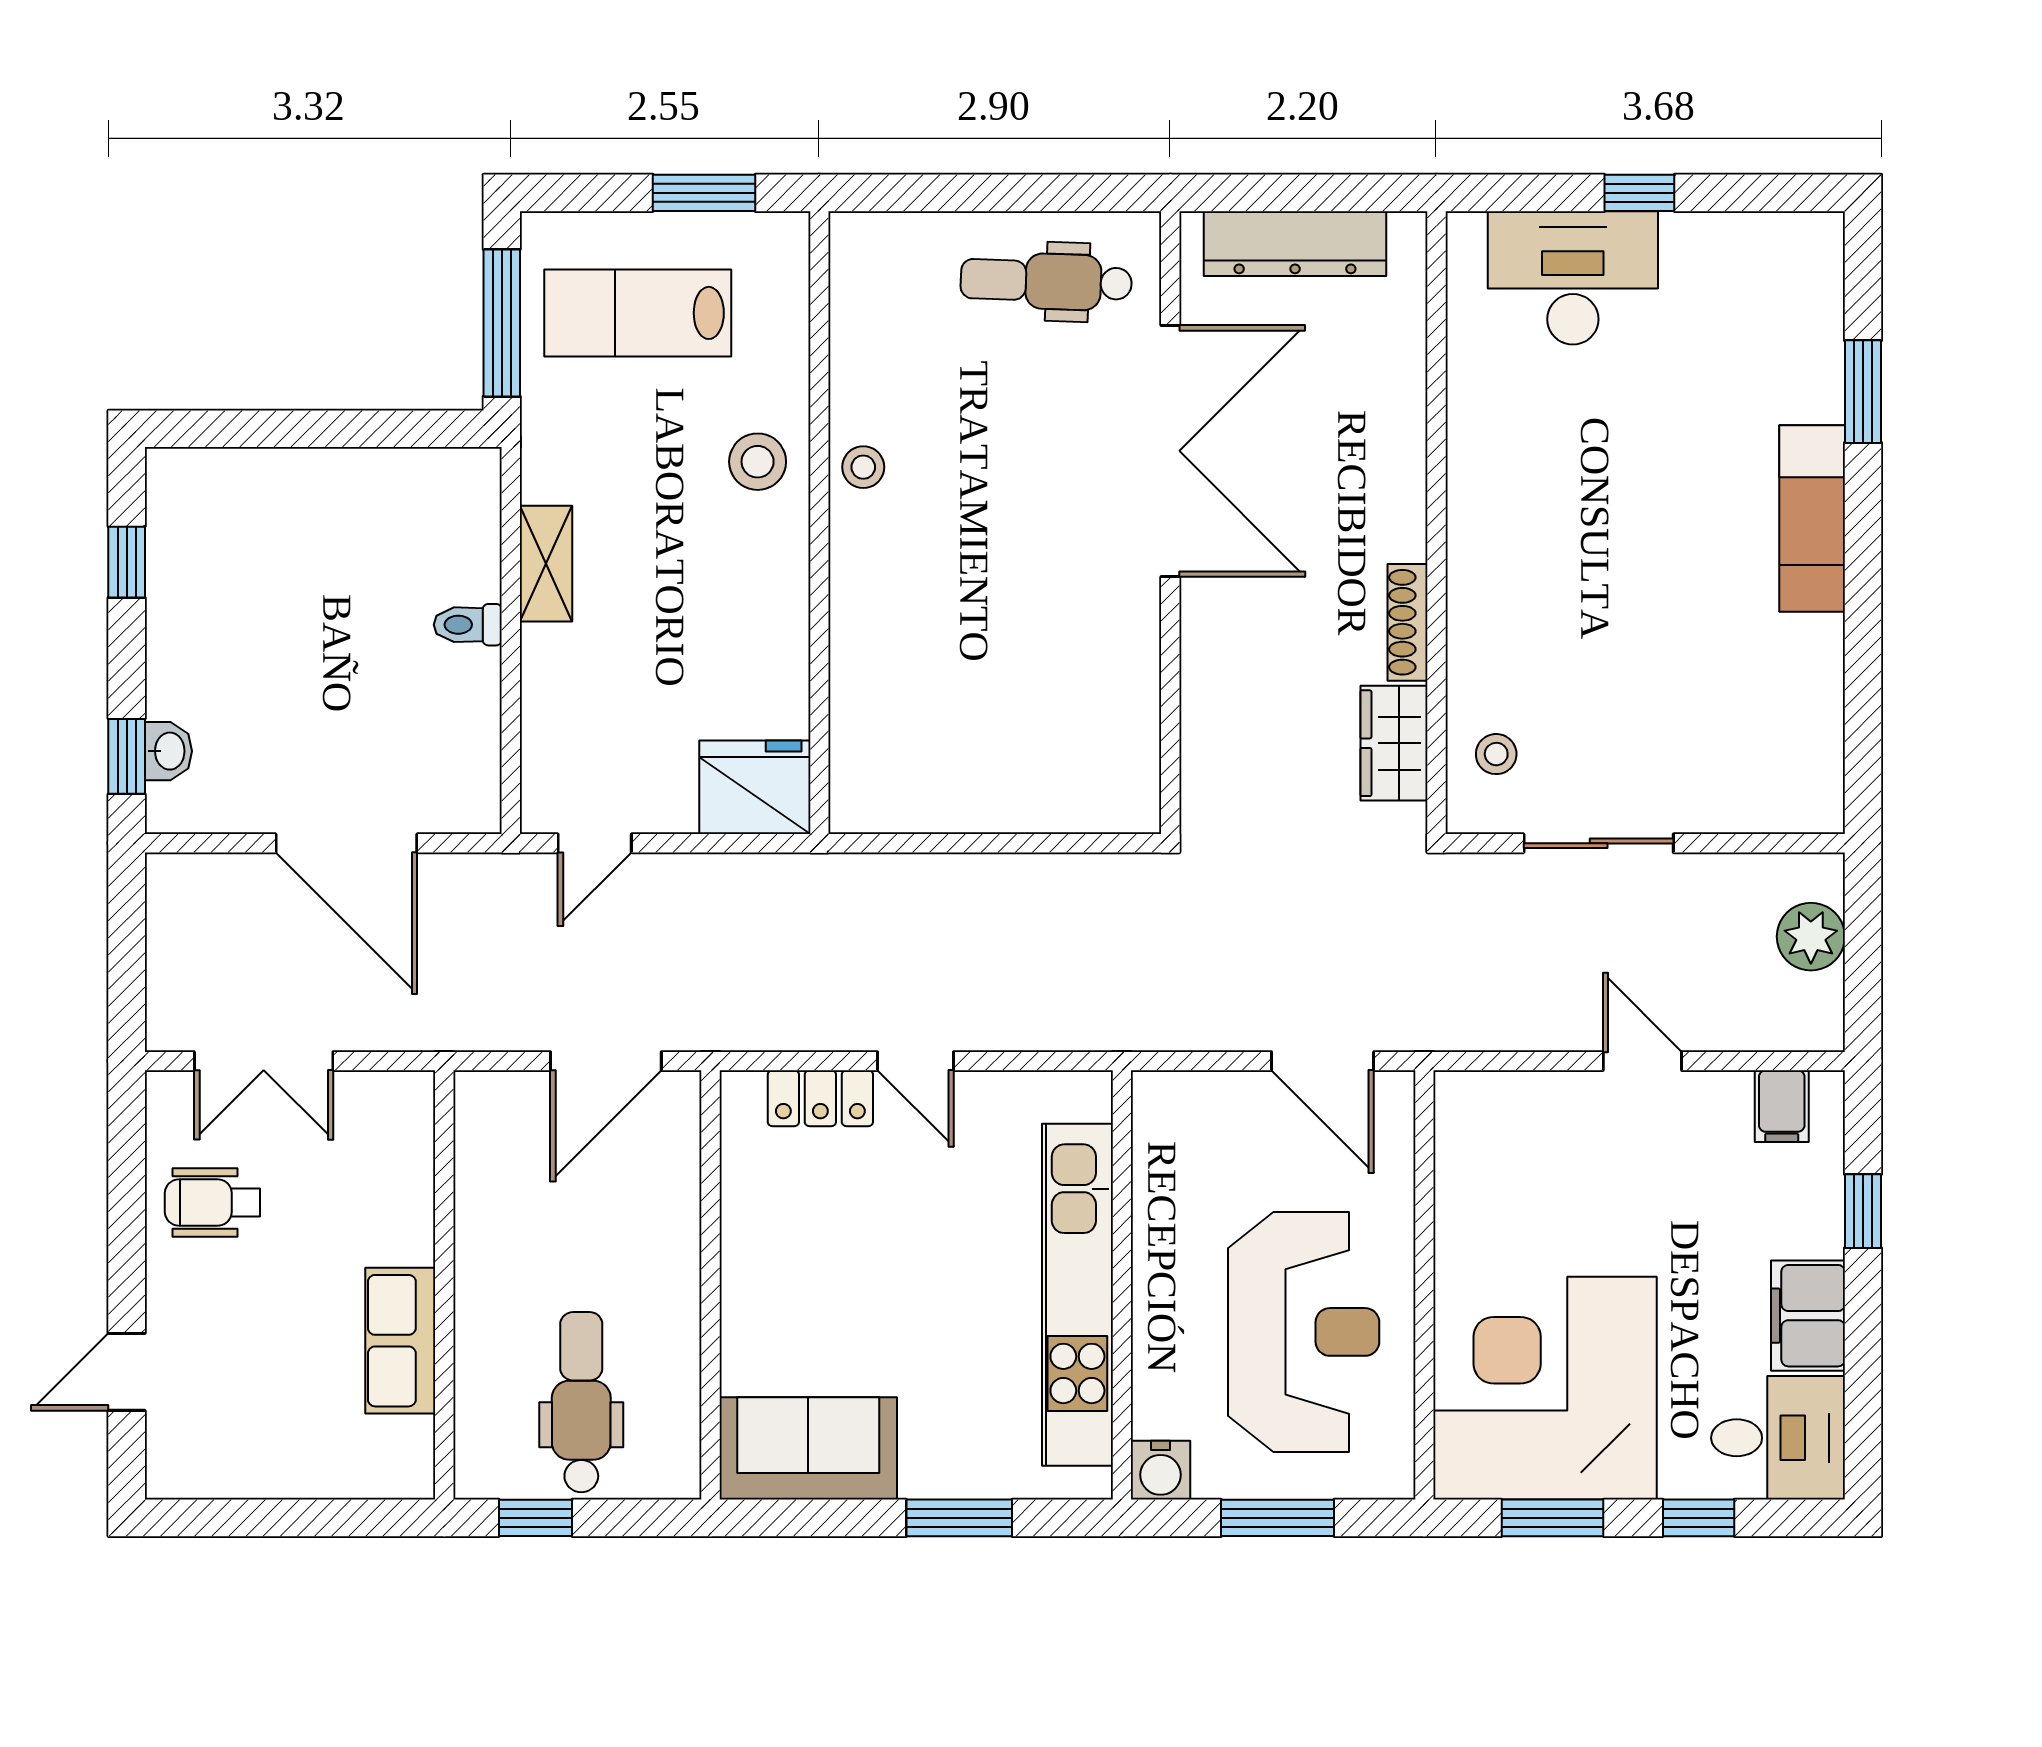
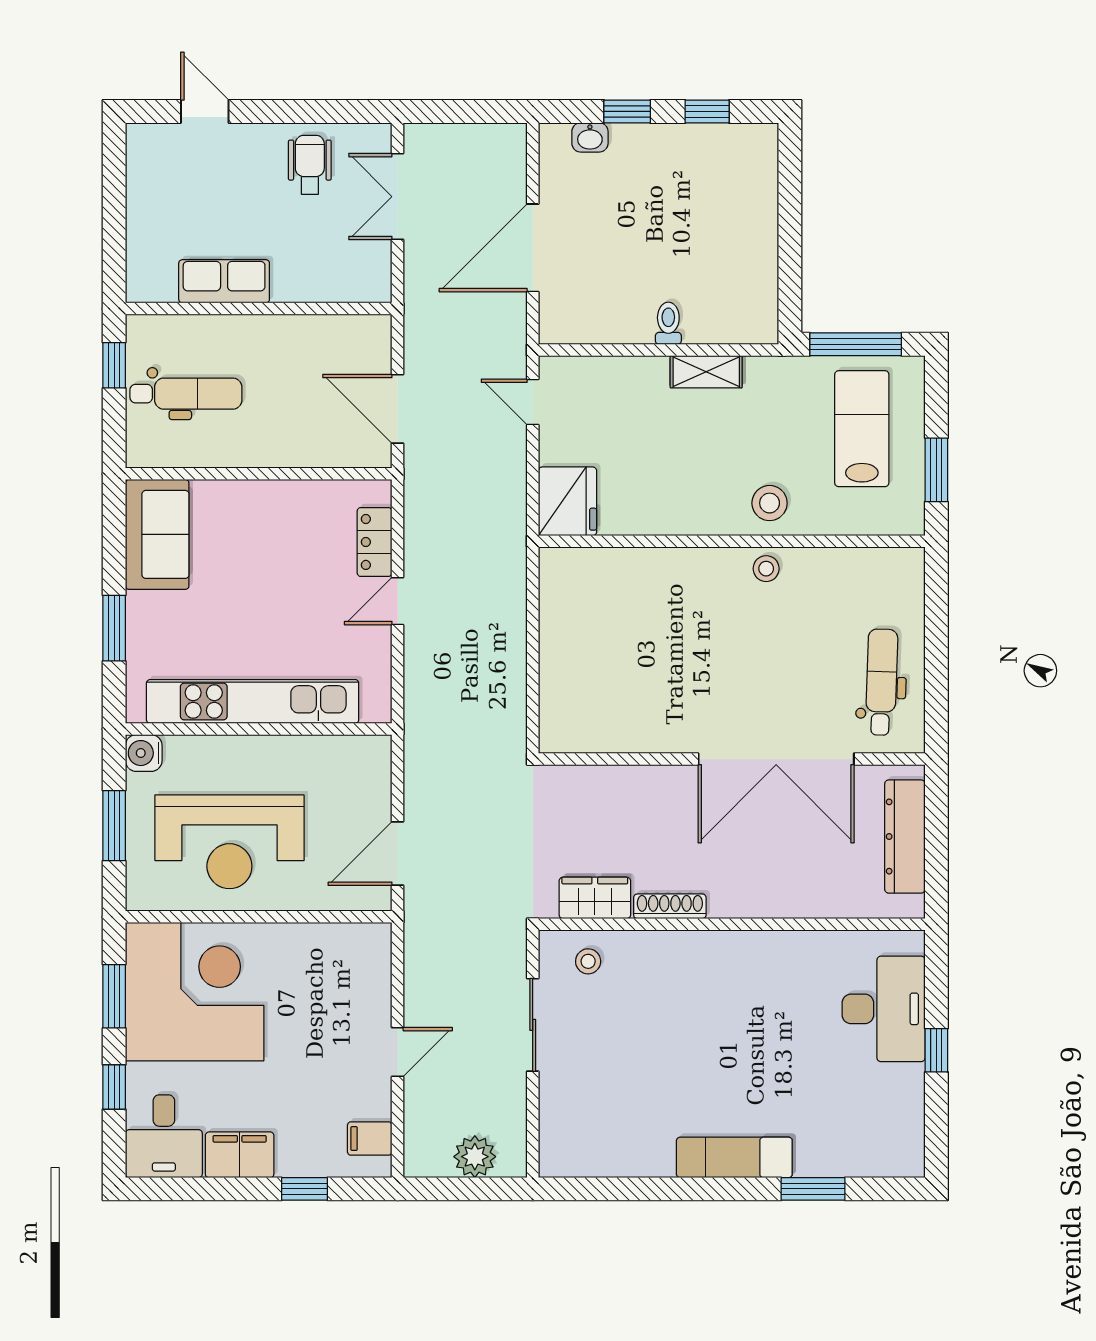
window: (127, 756) -> (627, 111), moved

